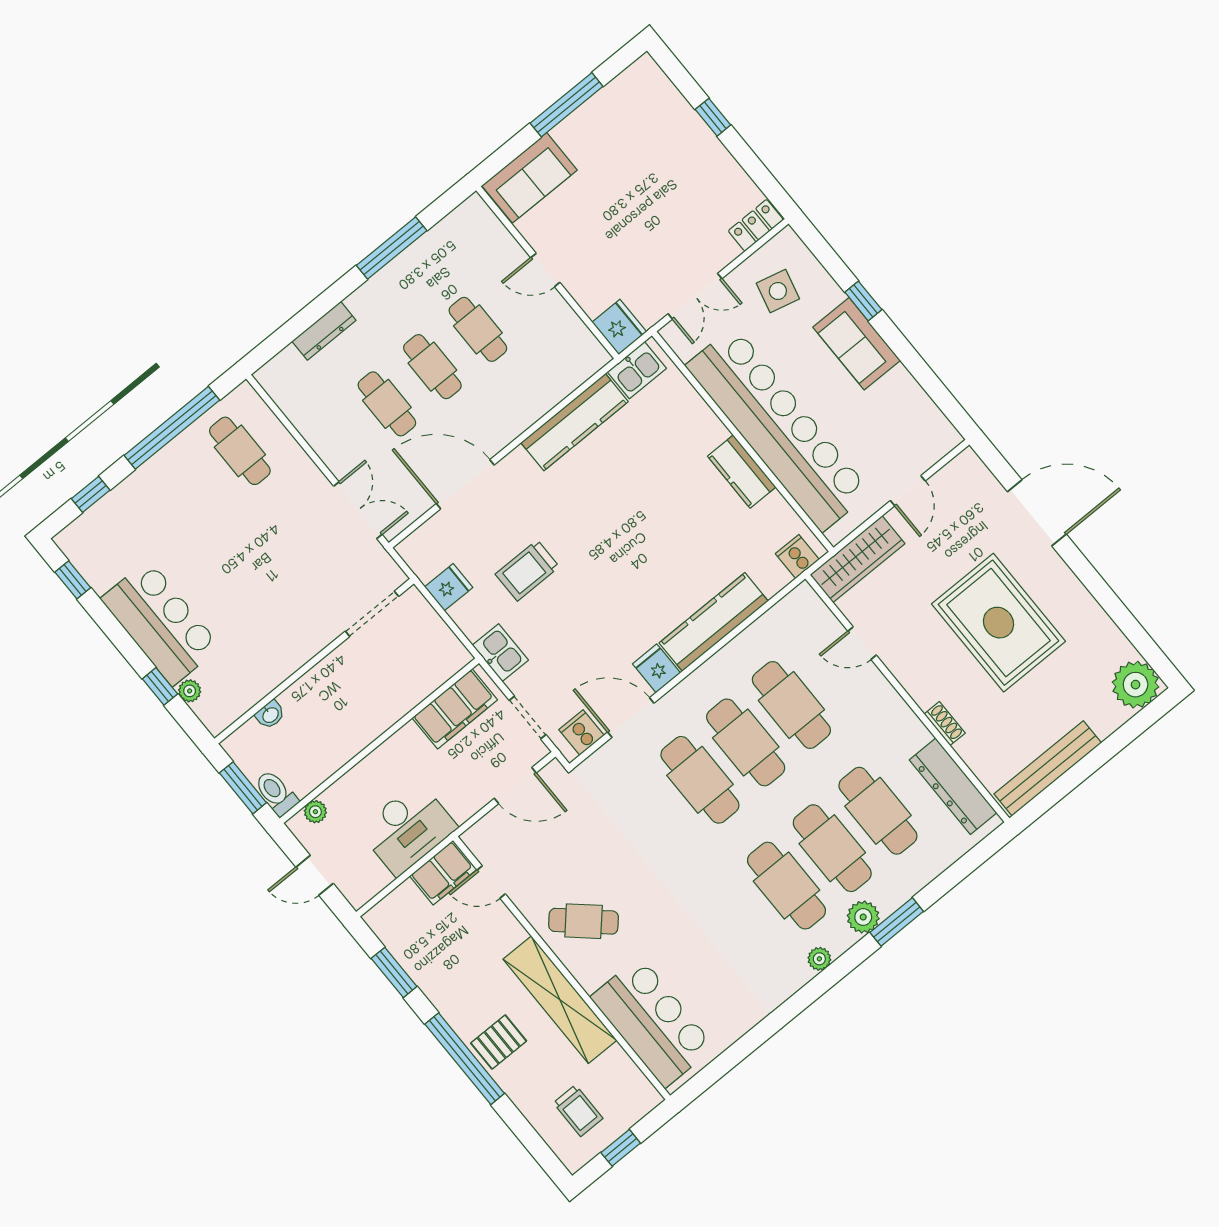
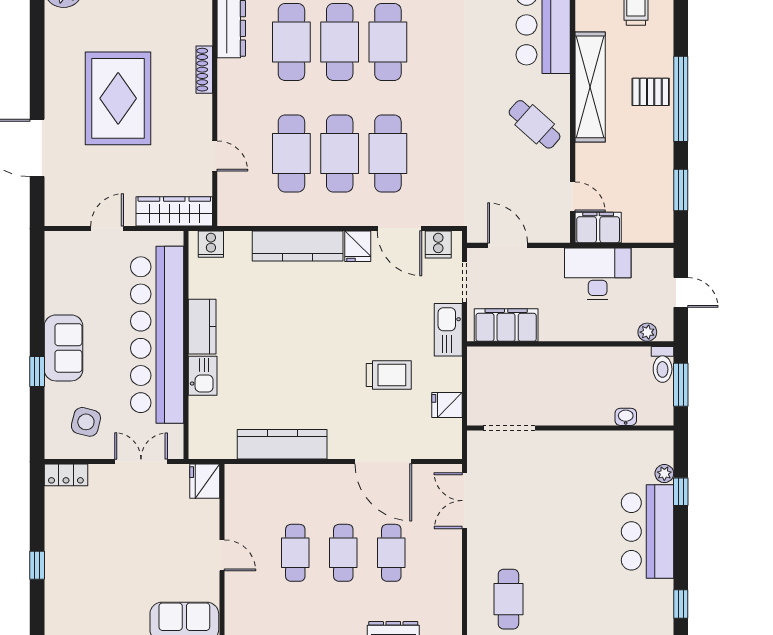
kitchen sink: (637, 370) -> (203, 376), moved, turned 90
kitchen sink: (500, 653) -> (448, 330), width x1.38
shoe rack: (945, 724) -> (204, 70), width x1.43

